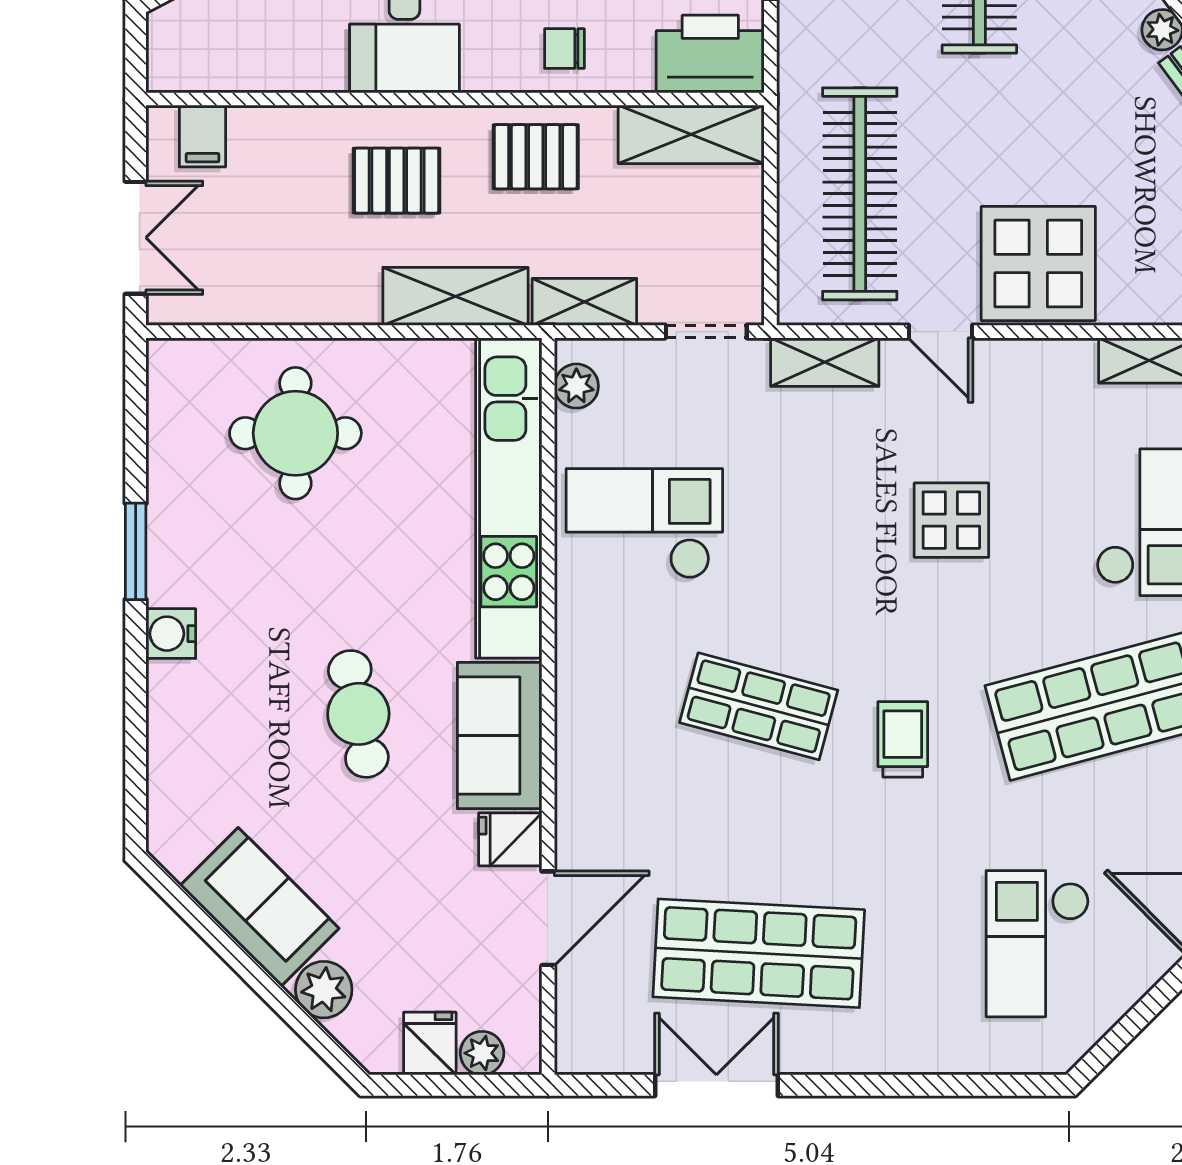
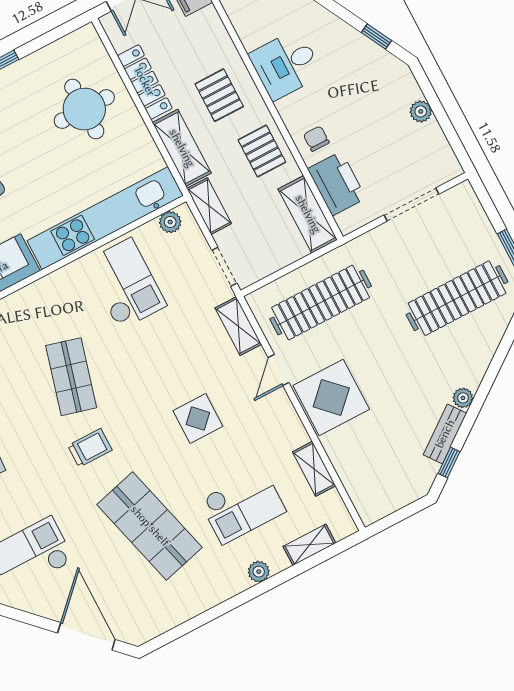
printer: (710, 54) -> (337, 184), moved
locker: (304, 301) -> (145, 82), added

